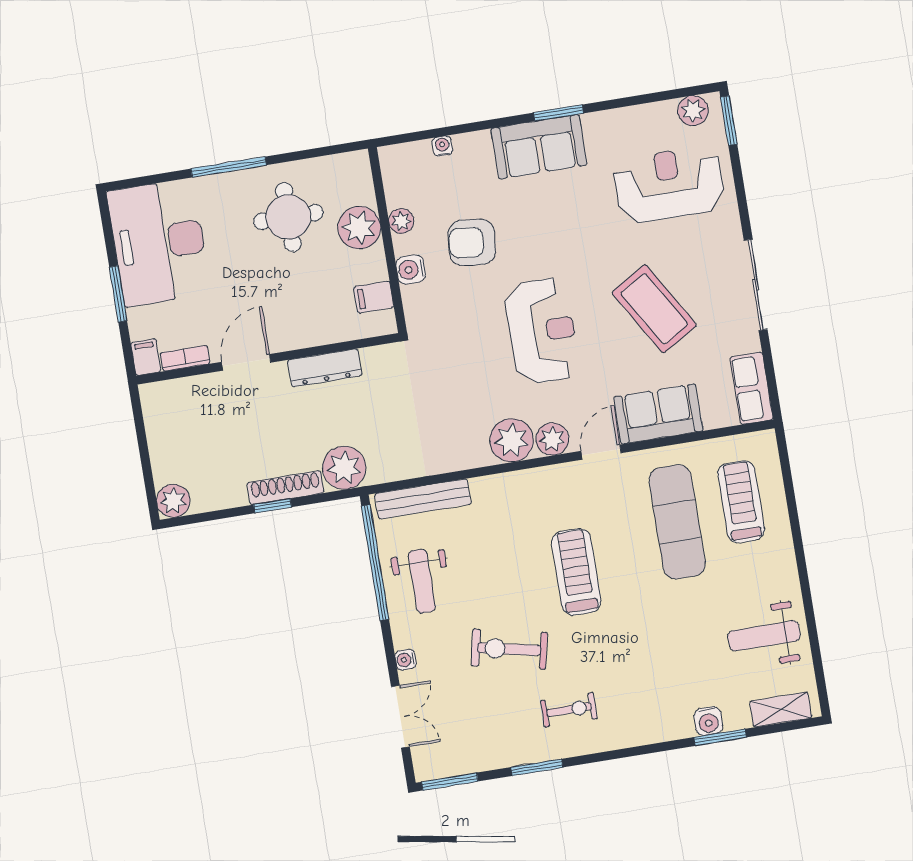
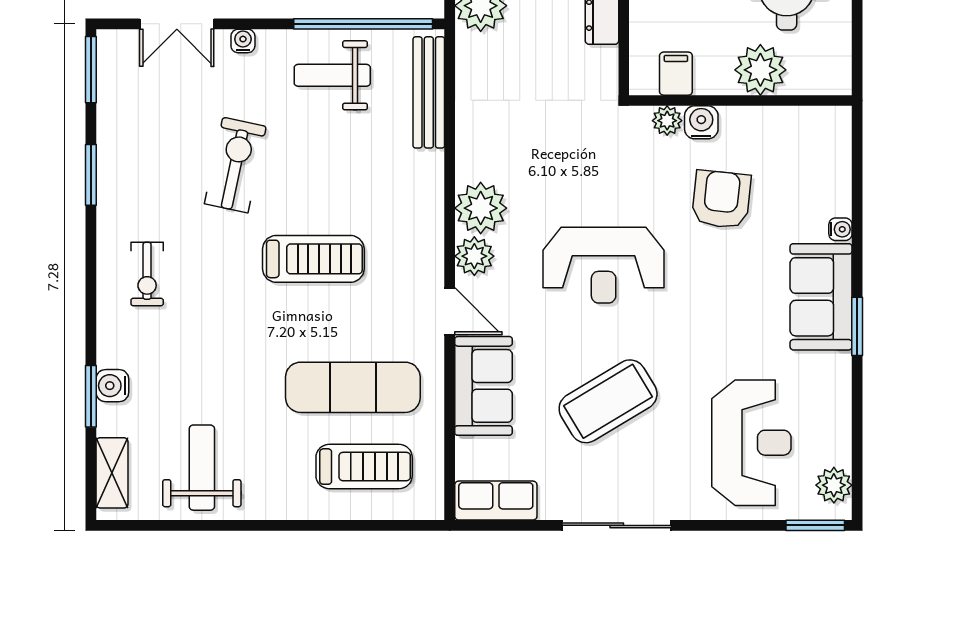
water cooler: (442, 146) -> (840, 229), moved
plant: (401, 221) -> (667, 121), moved
exercise bike: (569, 710) -> (147, 274), moved

